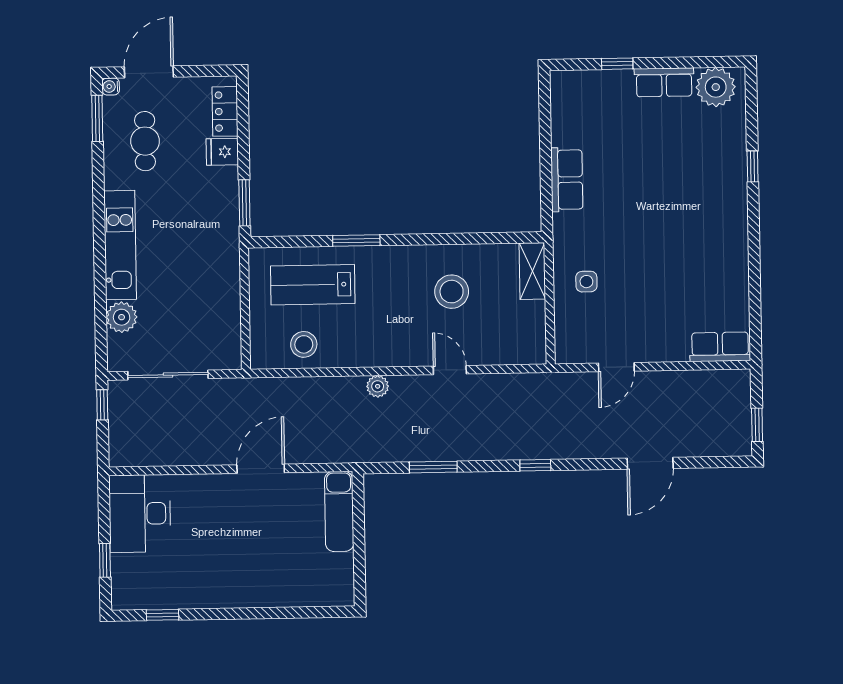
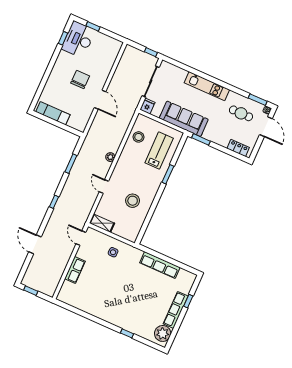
row of seats: (664, 82) -> (176, 310), width x1.48
fridge: (222, 152) -> (147, 106), moved
row of seats: (567, 180) -> (160, 265), width x1.48
sofa: (216, 263) -> (184, 119), added
shelving: (532, 271) -> (102, 223), moved
plant: (122, 317) -> (180, 74), removed
row of seats: (720, 347) -> (75, 270), moved
door: (616, 367) -> (81, 238), moved
door: (450, 370) -> (104, 187), swing flipped
exam couch: (339, 511) -> (53, 113), moved
desk: (140, 514) -> (78, 39), moved, turned -90
chair: (236, 534) -> (80, 79), added

